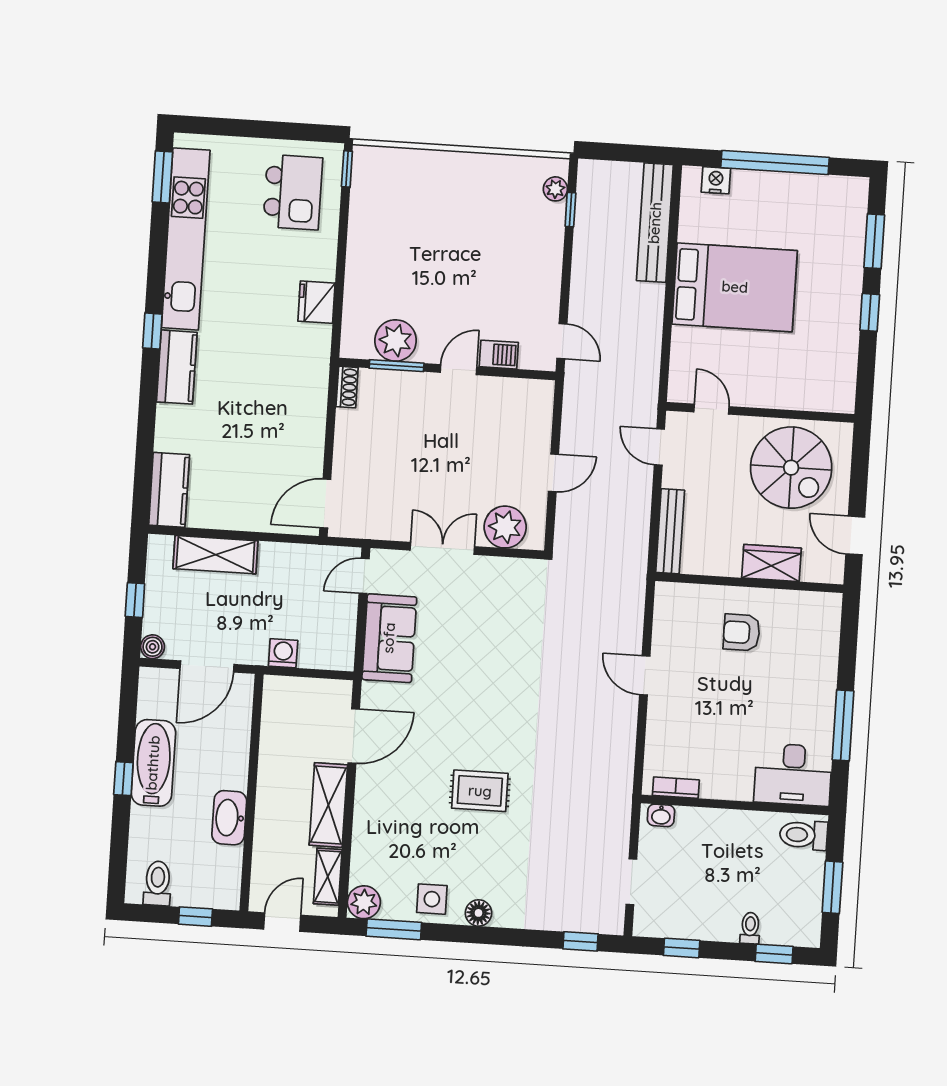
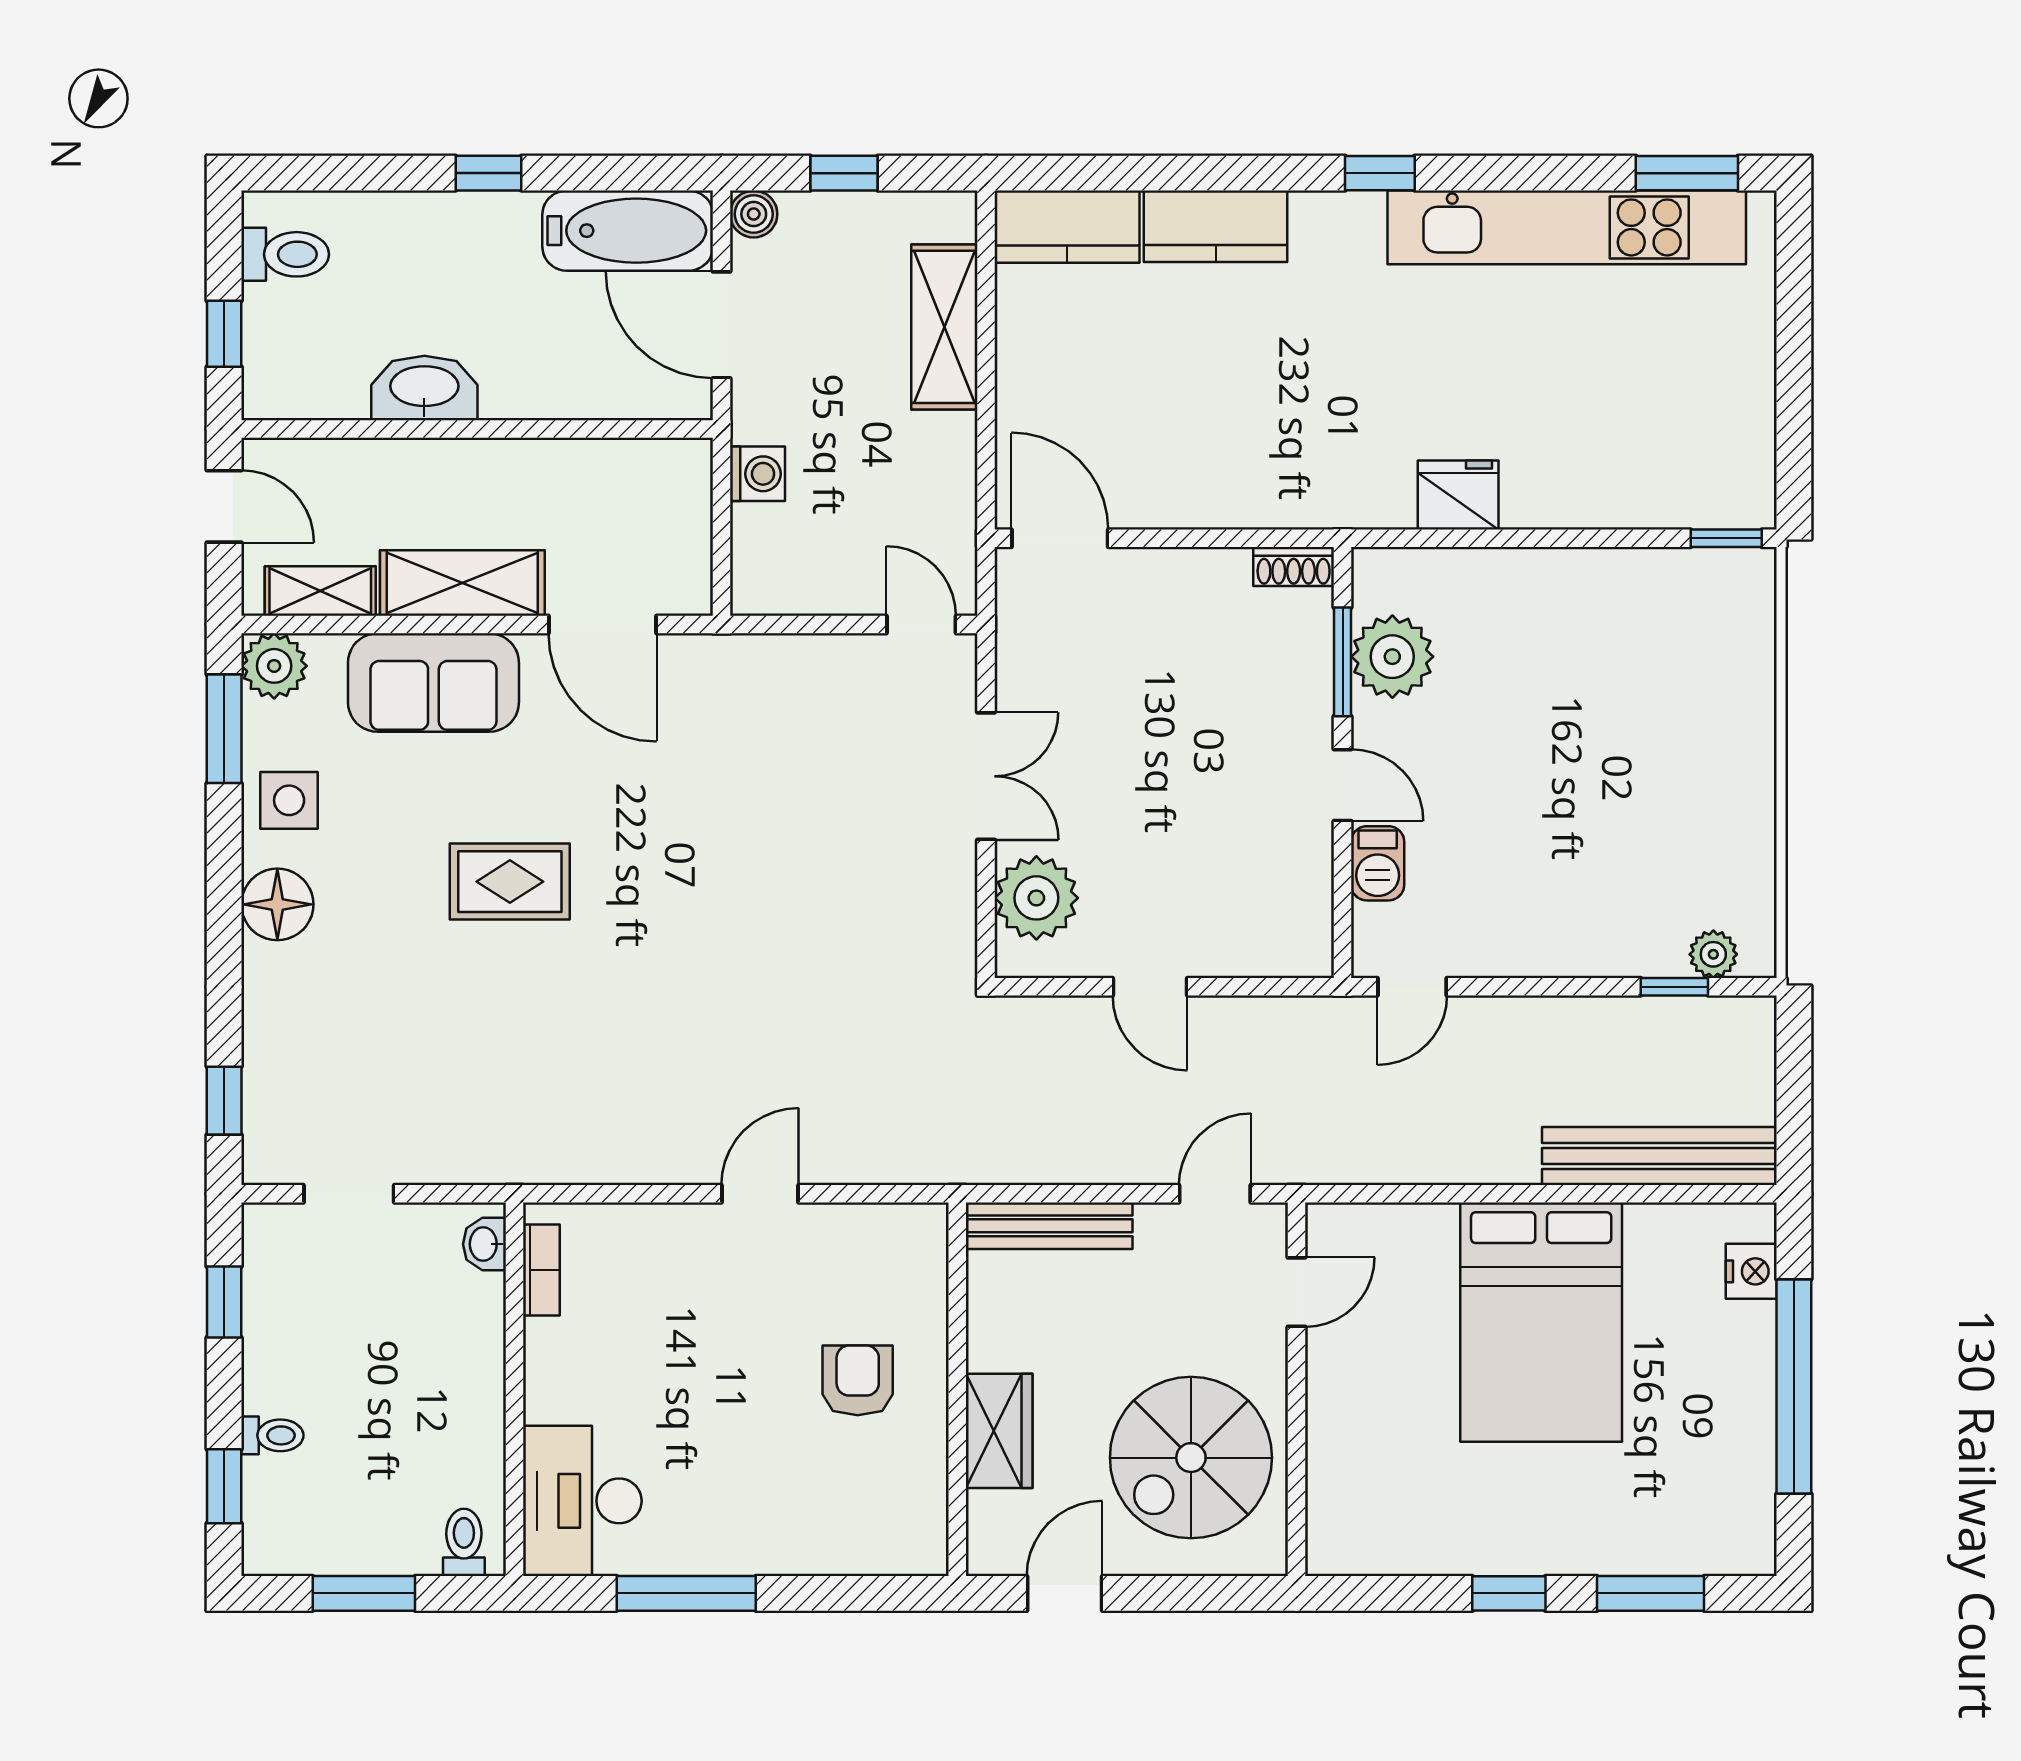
kitchen island: (293, 192) -> (1673, 434), removed
kitchen counter: (177, 367) -> (1216, 226), moved
sofa: (389, 638) -> (433, 683), moved
bathtub: (153, 763) -> (628, 231), moved
rug: (480, 791) -> (510, 882), turned 90
toilet: (804, 835) -> (464, 1542), width x0.73, depth x0.72
floor lamp: (478, 913) -> (277, 904), width x1.38, depth x1.38

